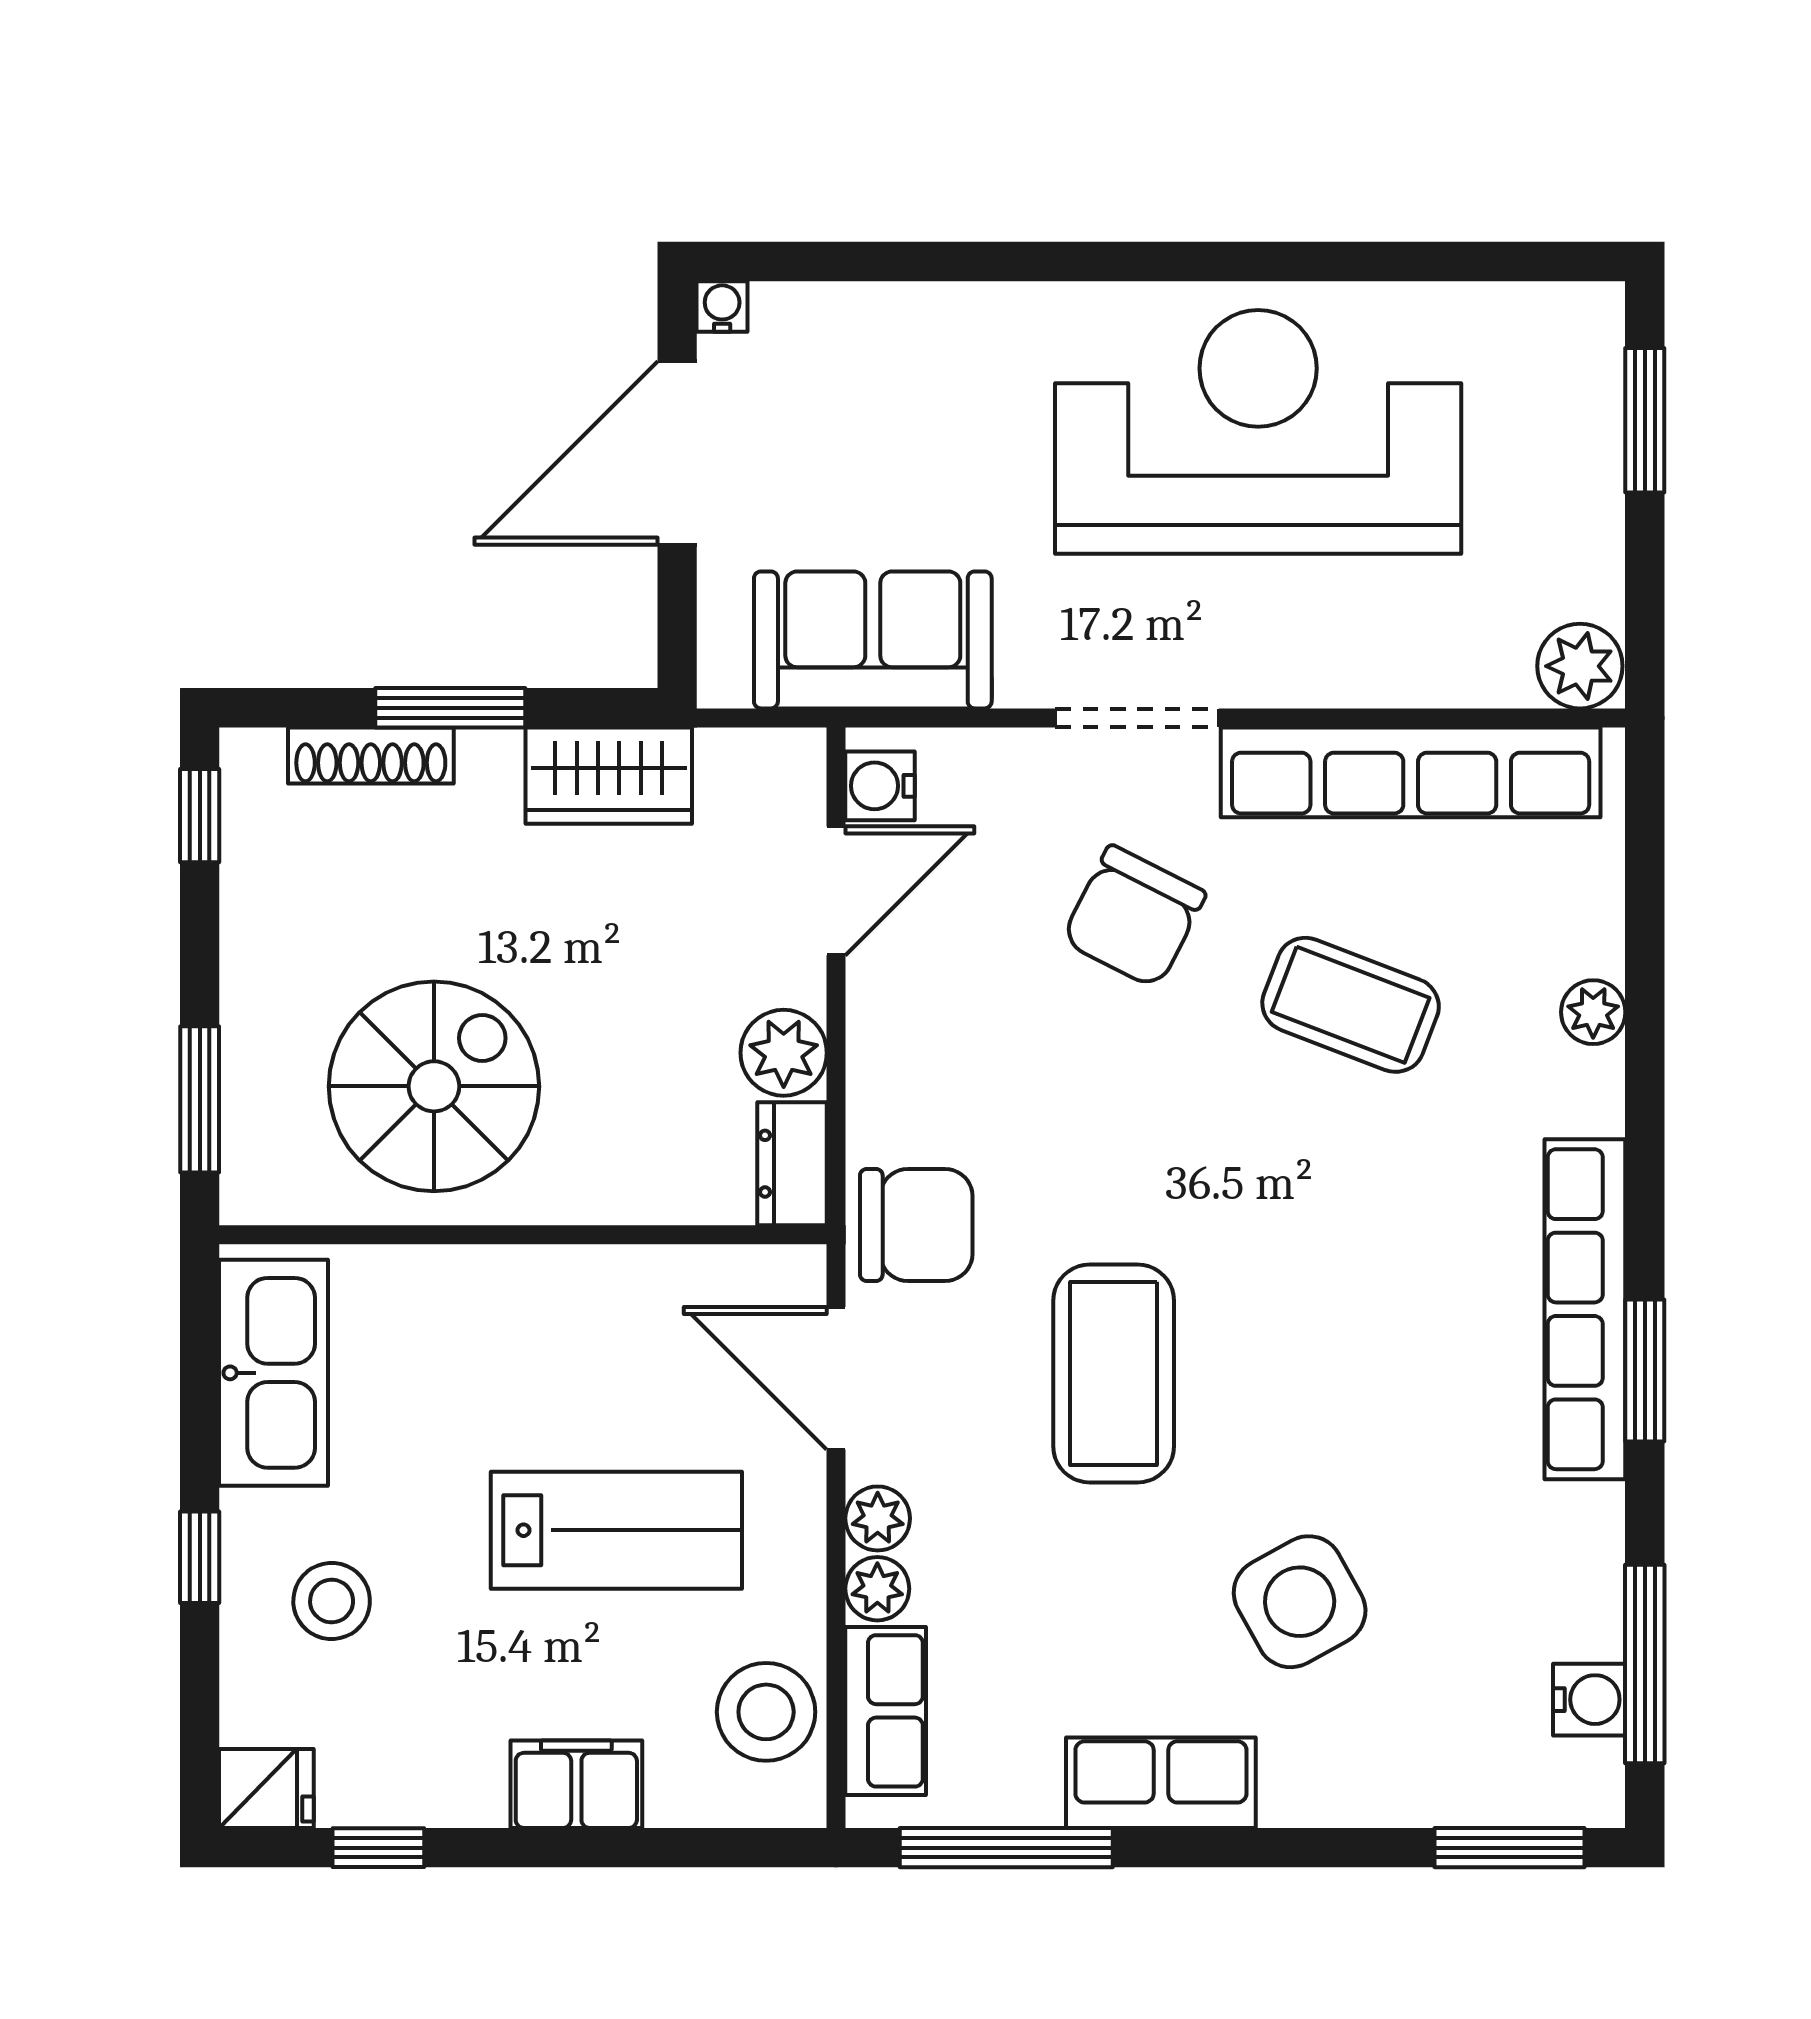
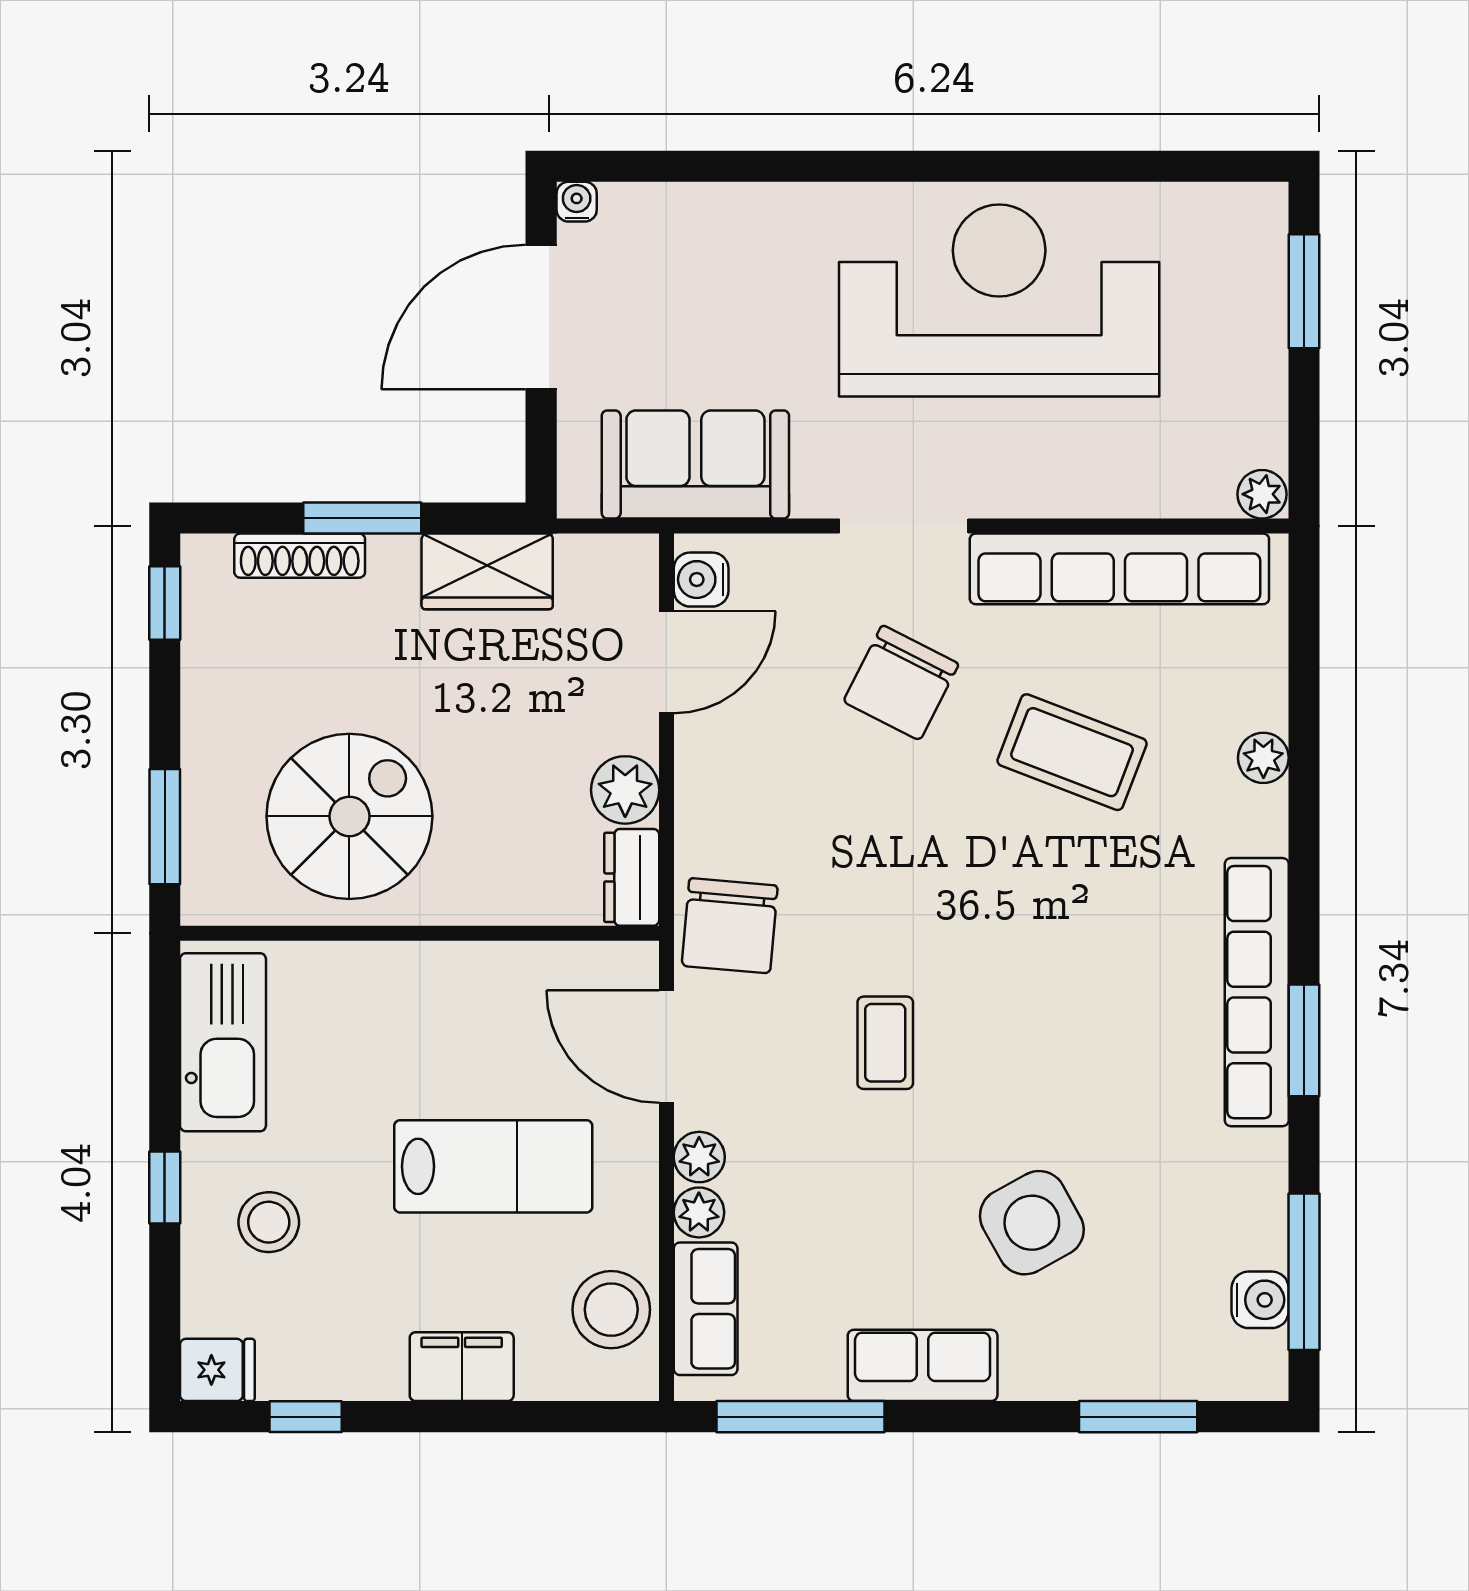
plant: (1580, 666) -> (1262, 494), width x0.73, depth x0.73
chair: (916, 1225) -> (730, 926), turned 95
coffee table: (1114, 1373) -> (885, 1043), width x0.54, depth x0.58
window: (1509, 1848) -> (1138, 1417), moved

